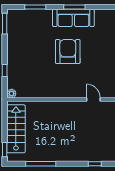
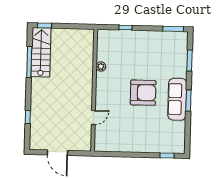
plant: (12, 94) -> (101, 66), moved
stairs: (16, 129) -> (41, 52), moved, turned -90

